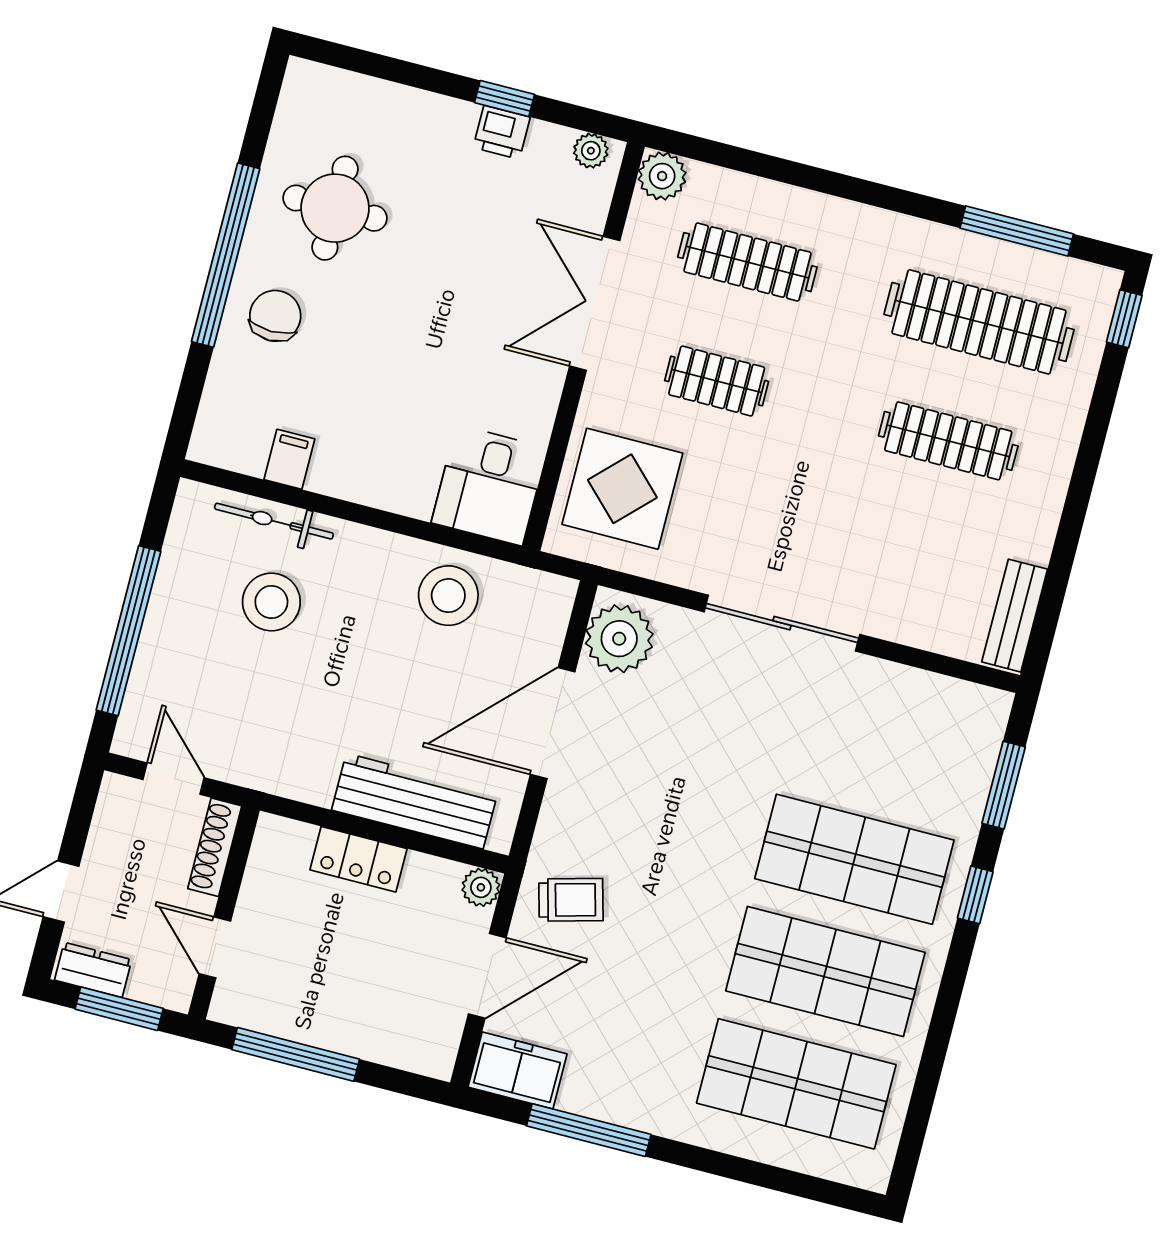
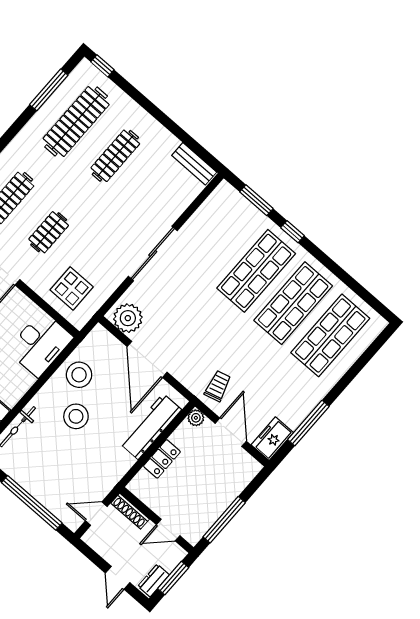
desk: (489, 485) -> (40, 344), width x1.37
display table: (622, 489) -> (72, 288), width x0.73, depth x0.73
stool: (271, 602) -> (76, 416), moved

